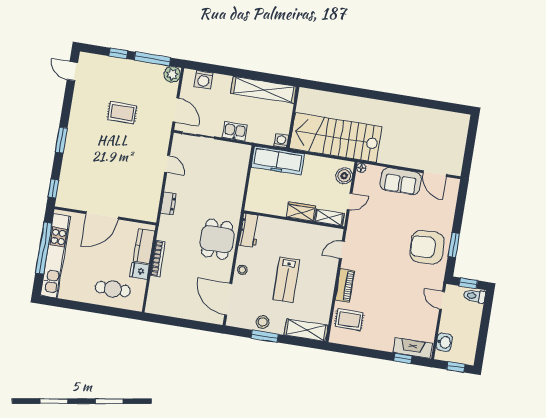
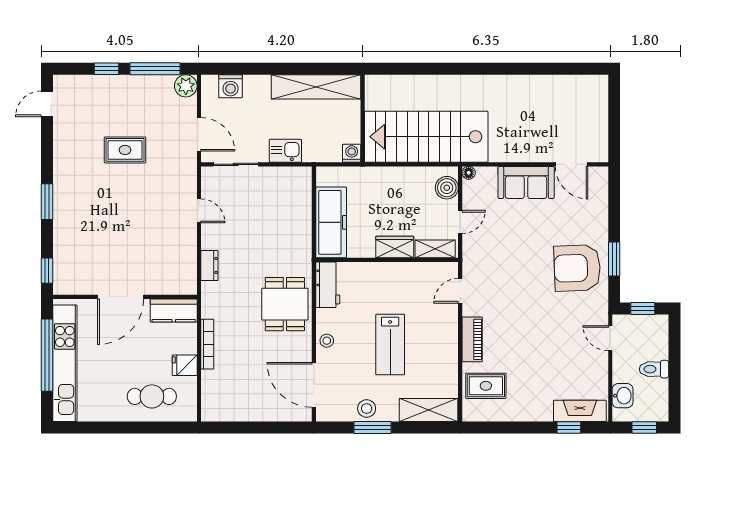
door: (72, 71) -> (47, 104), hinge flipped
freezer: (278, 161) -> (331, 222), moved, turned -90
kitchen counter: (144, 246) -> (174, 310), moved, turned -90
toilet: (474, 296) -> (654, 369), moved

